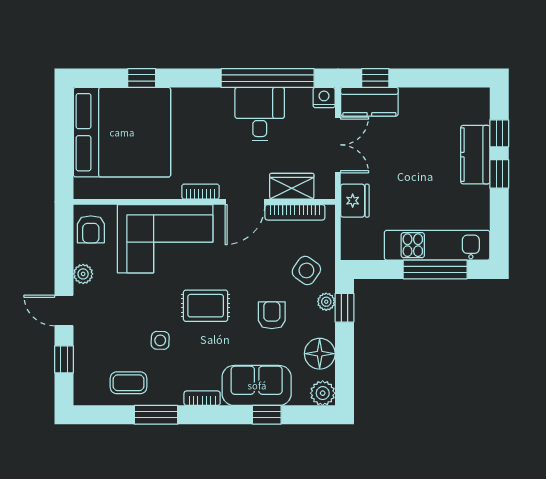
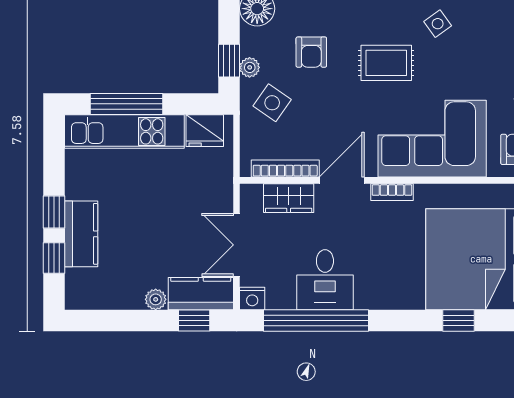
plant: (409, 97) -> (156, 299), added
fridge: (355, 201) -> (205, 131), moved, turned -90
side table: (160, 340) -> (438, 24), turned -38

